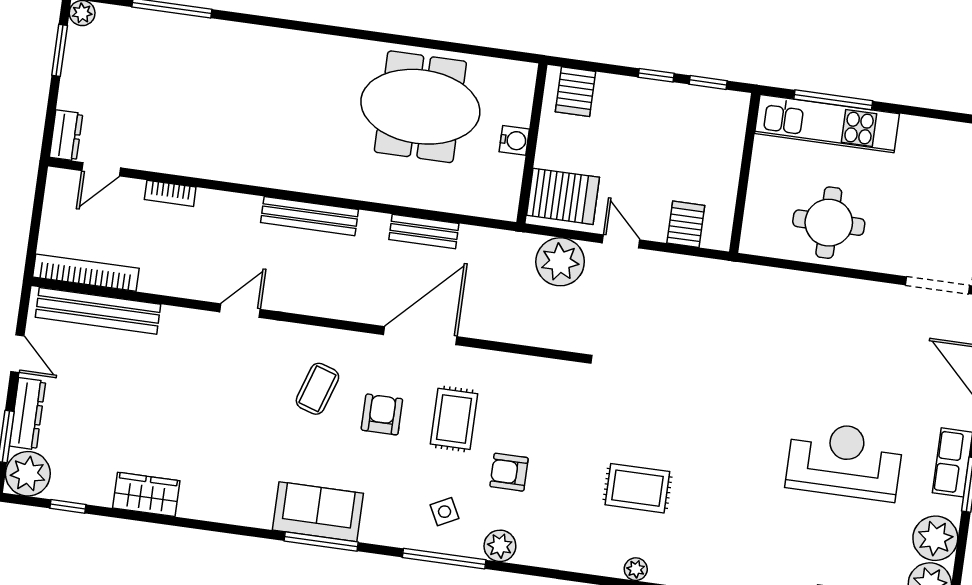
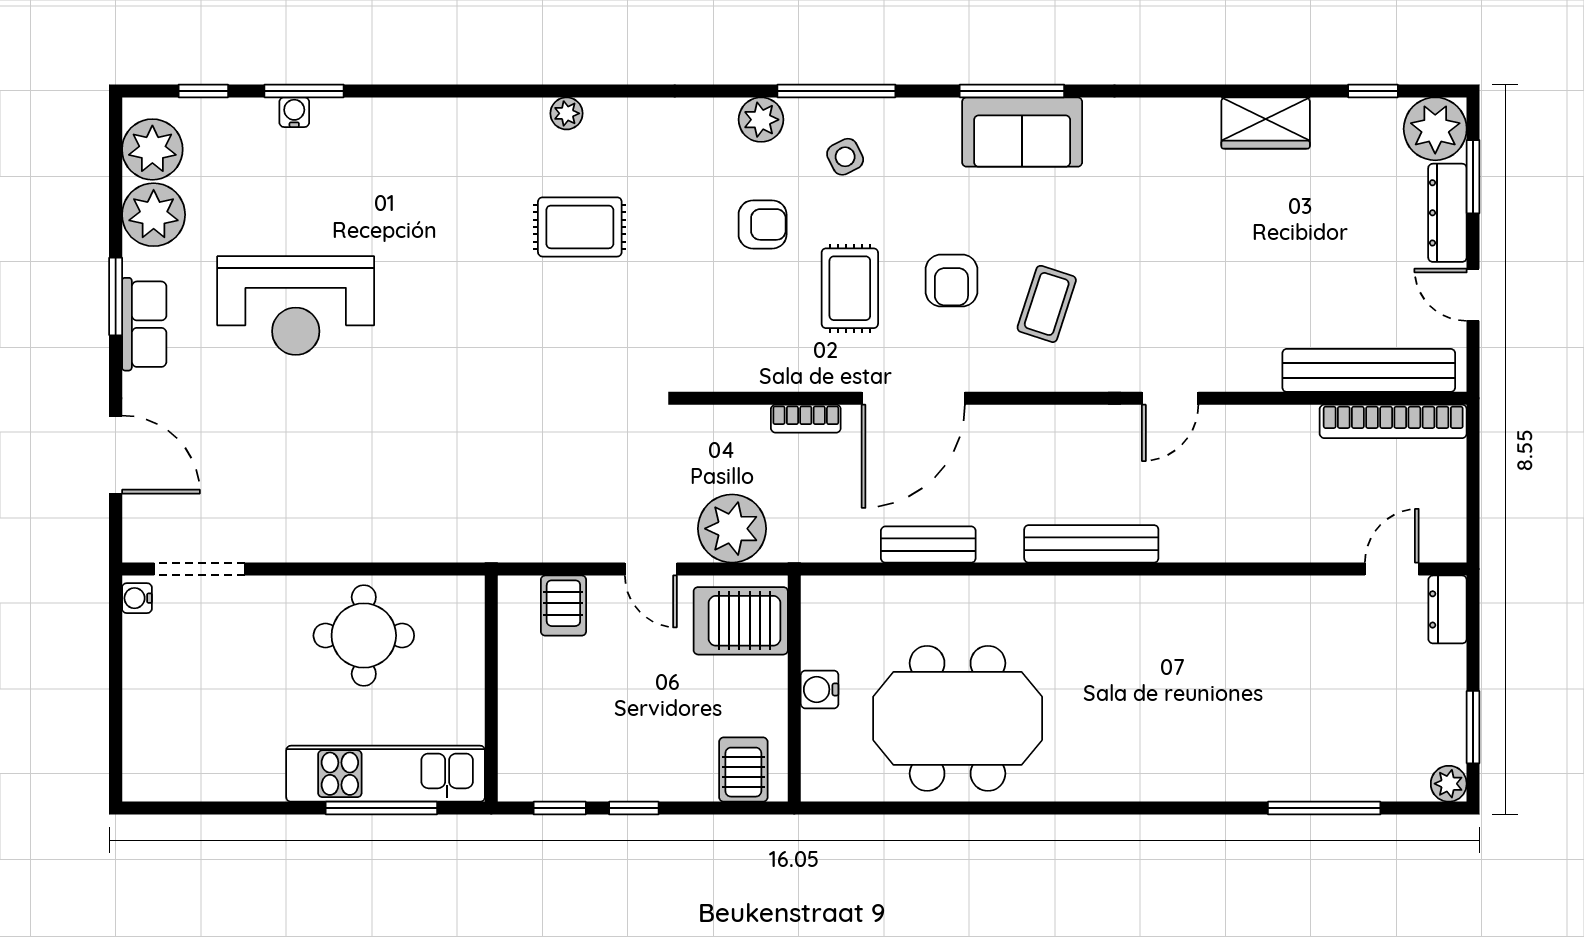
bookcase: (170, 193) -> (806, 419), moved, turned 180

